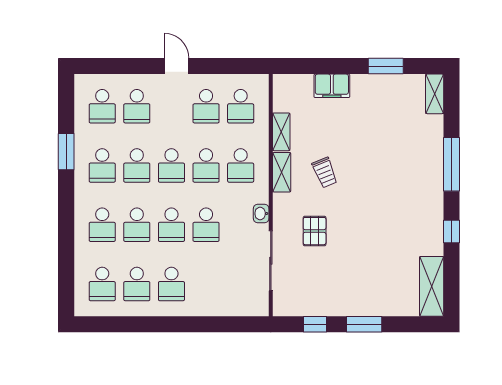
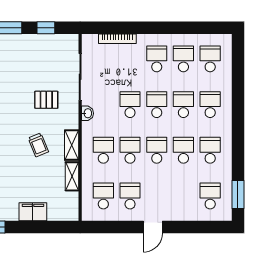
door: (177, 66) -> (153, 227), hinge flipped
school desk: (137, 106) -> (183, 196), removed
window: (66, 152) -> (238, 194), moved
trolley: (325, 173) -> (38, 145), turned 180
pallet: (315, 231) -> (46, 100), turned 90
bookcase: (222, 310) -> (117, 39), added

